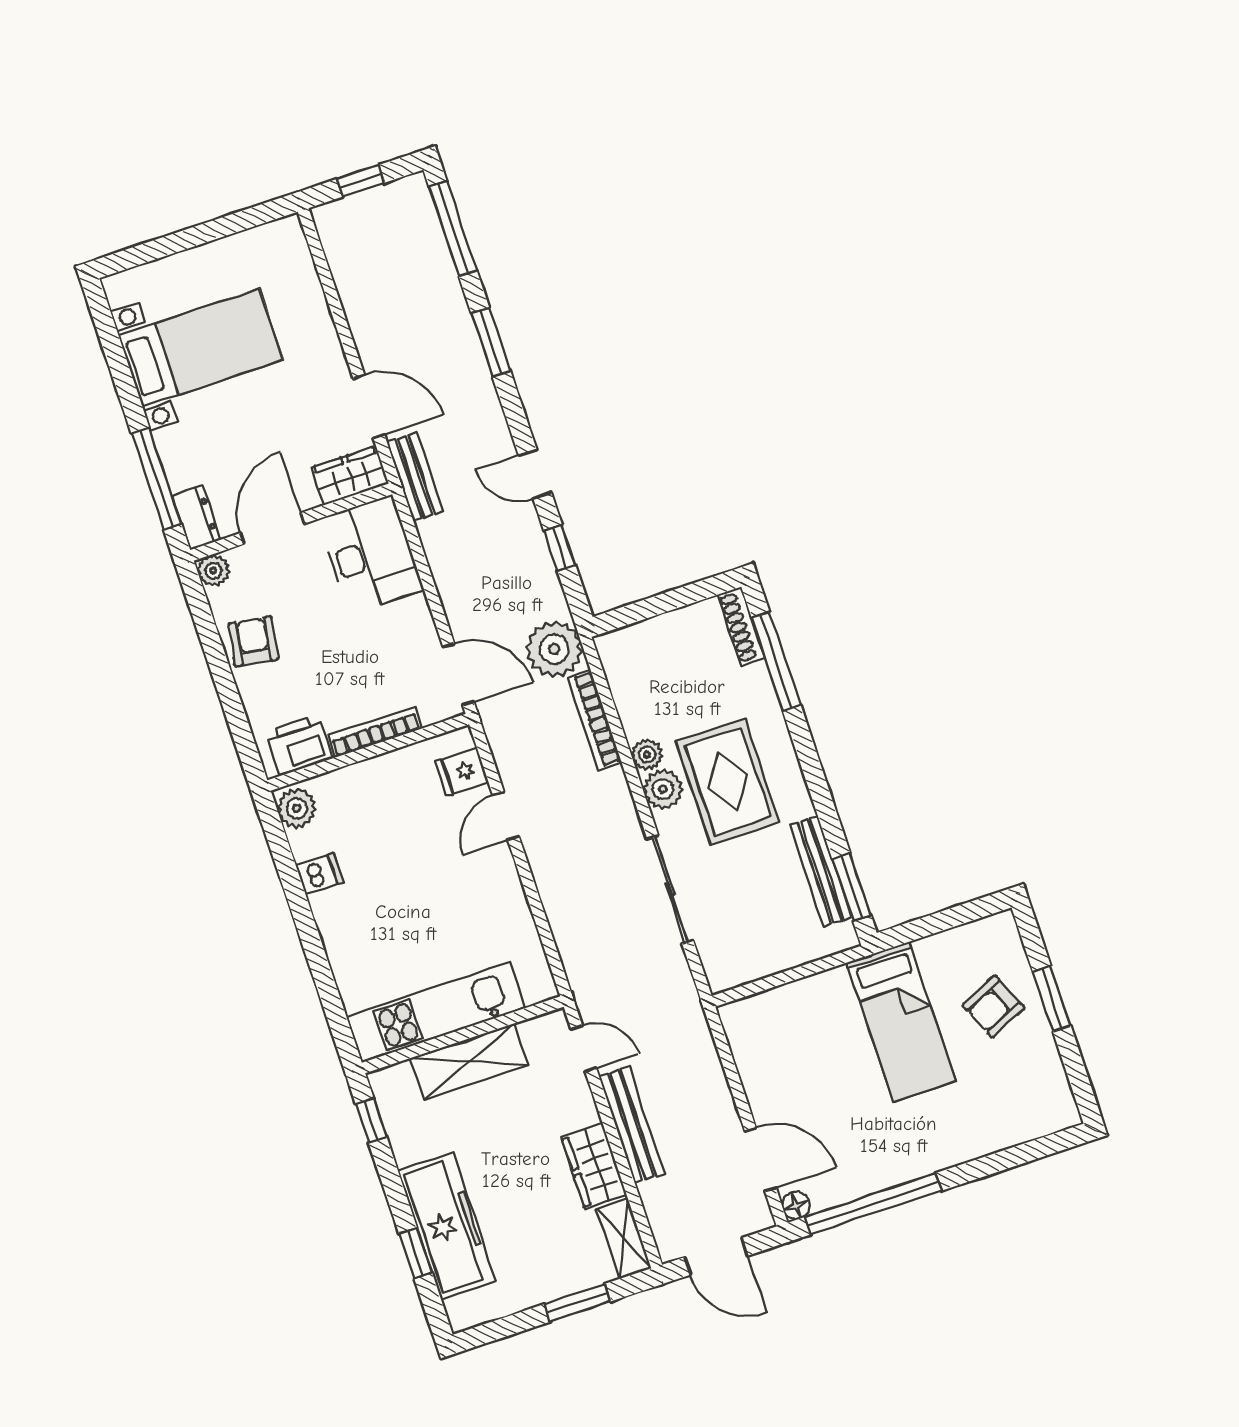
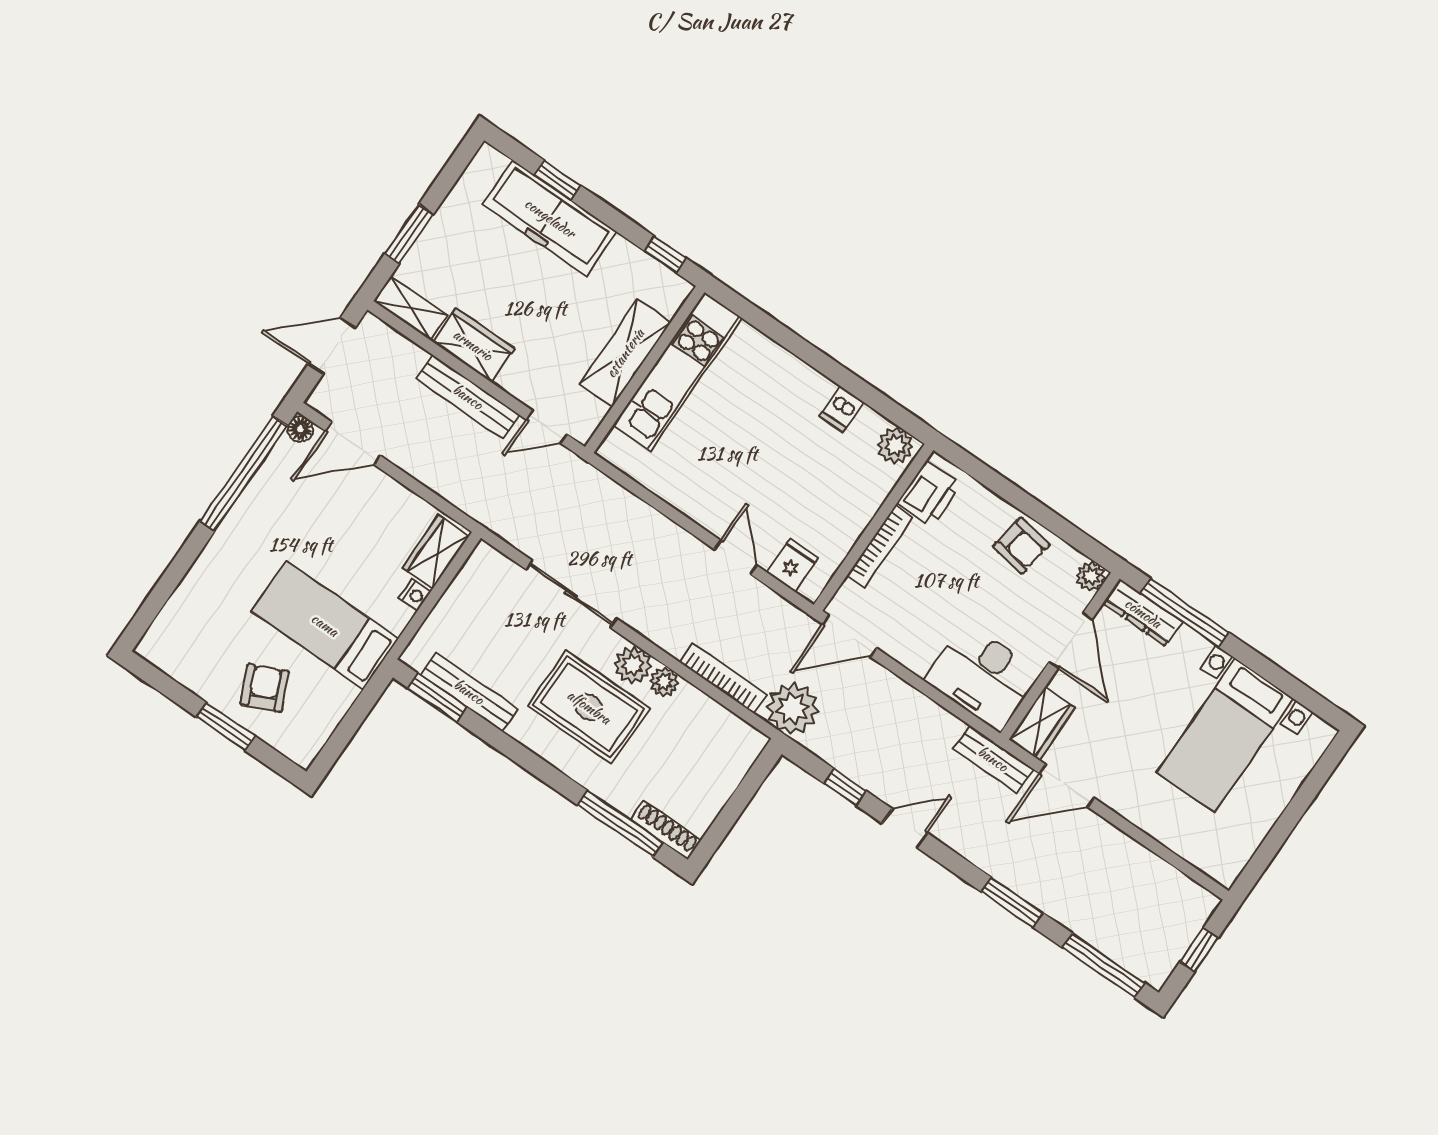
dresser: (196, 518) -> (1143, 613), width x1.44
nightstand: (805, 990) -> (415, 595), added
wardrobe: (759, 1013) -> (436, 552), added

